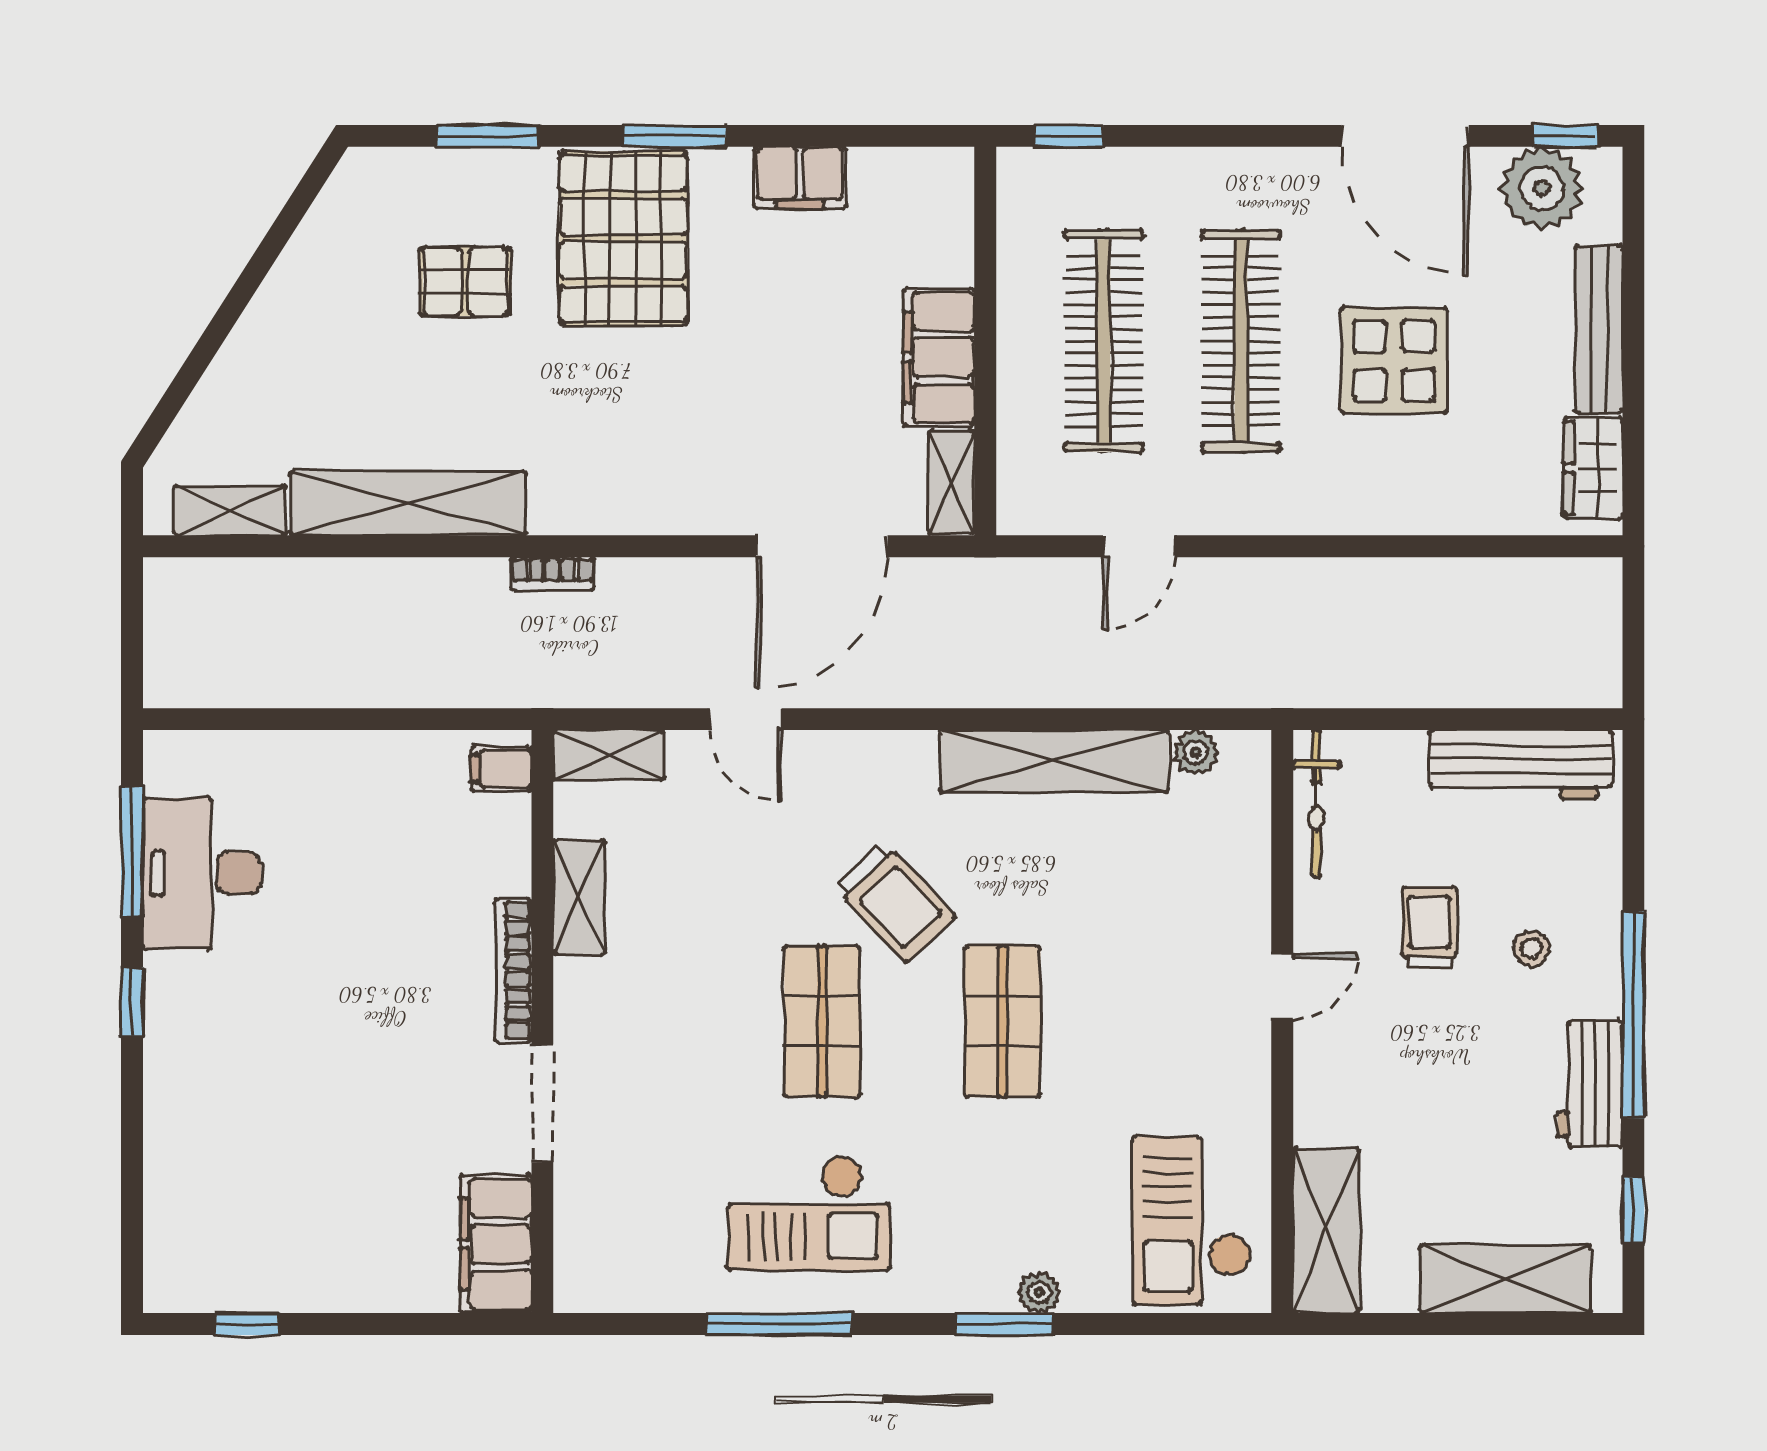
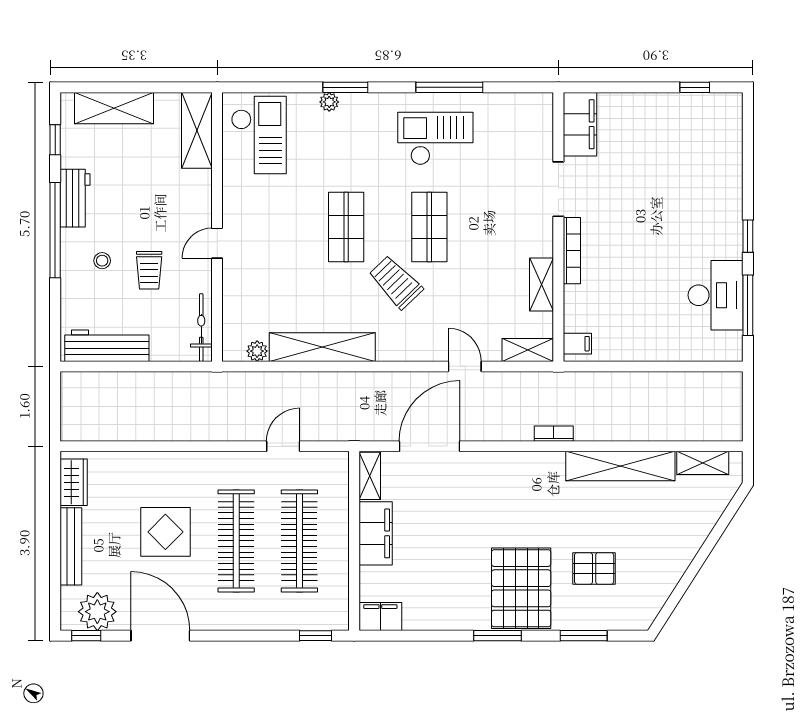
filing cabinet: (800, 177) -> (380, 616), moved

